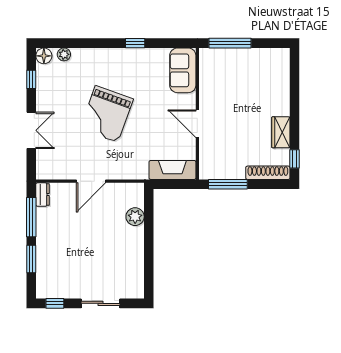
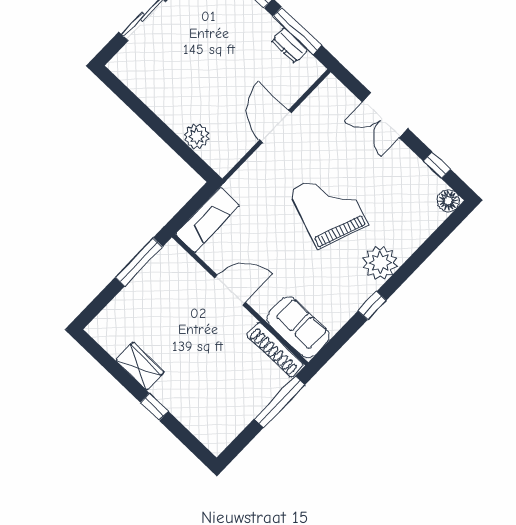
plant: (64, 54) -> (380, 263), moved, width x1.88, depth x1.88
window: (295, 159) -> (154, 407), moved
shoe rack: (268, 173) -> (275, 350), moved, turned 90
dresser: (43, 195) -> (289, 45), moved

